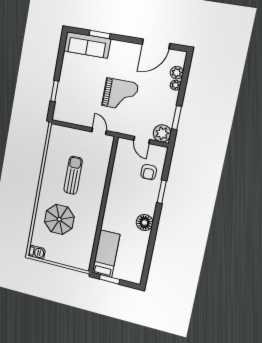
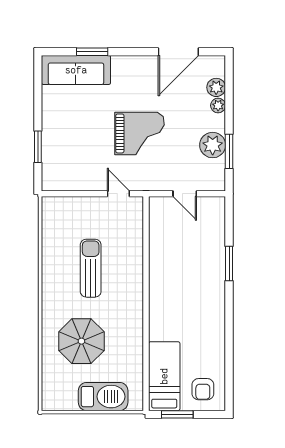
plant: (162, 133) -> (213, 145), moved
armchair: (149, 172) -> (203, 389), moved
floor lamp: (145, 223) -> (213, 315), removed
barbecue: (37, 252) -> (103, 397), moved, width x1.88, depth x1.53

